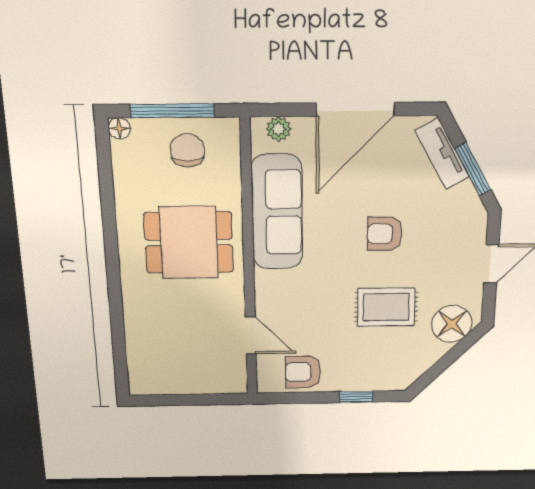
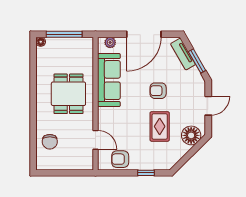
chair: (187, 150) -> (50, 142), moved, turned 180
dining table: (189, 243) -> (68, 94), turned 90
rug: (386, 307) -> (160, 126), turned 90

